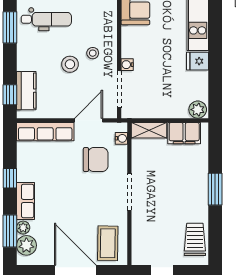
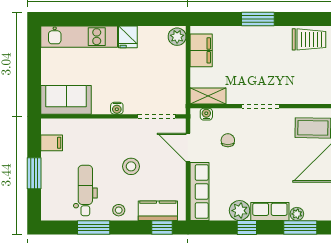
stool: (93, 53) -> (119, 210), moved
water cooler: (127, 65) -> (117, 108), moved
shelving: (149, 130) -> (208, 96), moved, turned 90
chair: (96, 160) -> (228, 140), width x0.54, depth x0.54
trolley: (195, 239) -> (309, 39), turned 180
plant: (26, 245) -> (240, 211), moved

